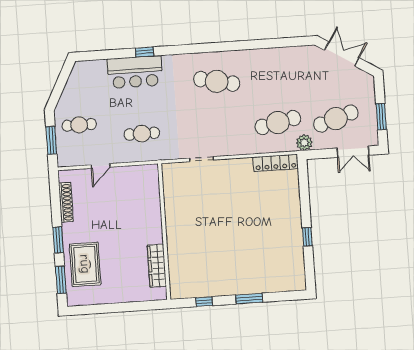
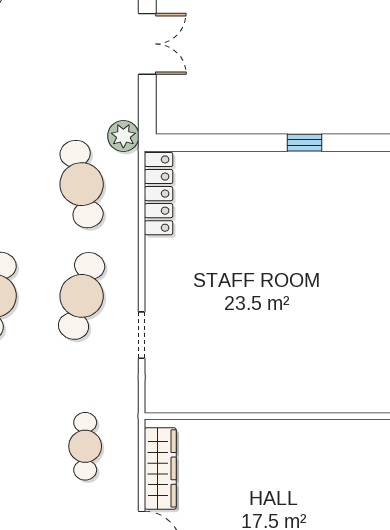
cafe table: (336, 119) -> (82, 296), moved, turned 33
wardrobe: (157, 266) -> (160, 468), moved, turned -90

